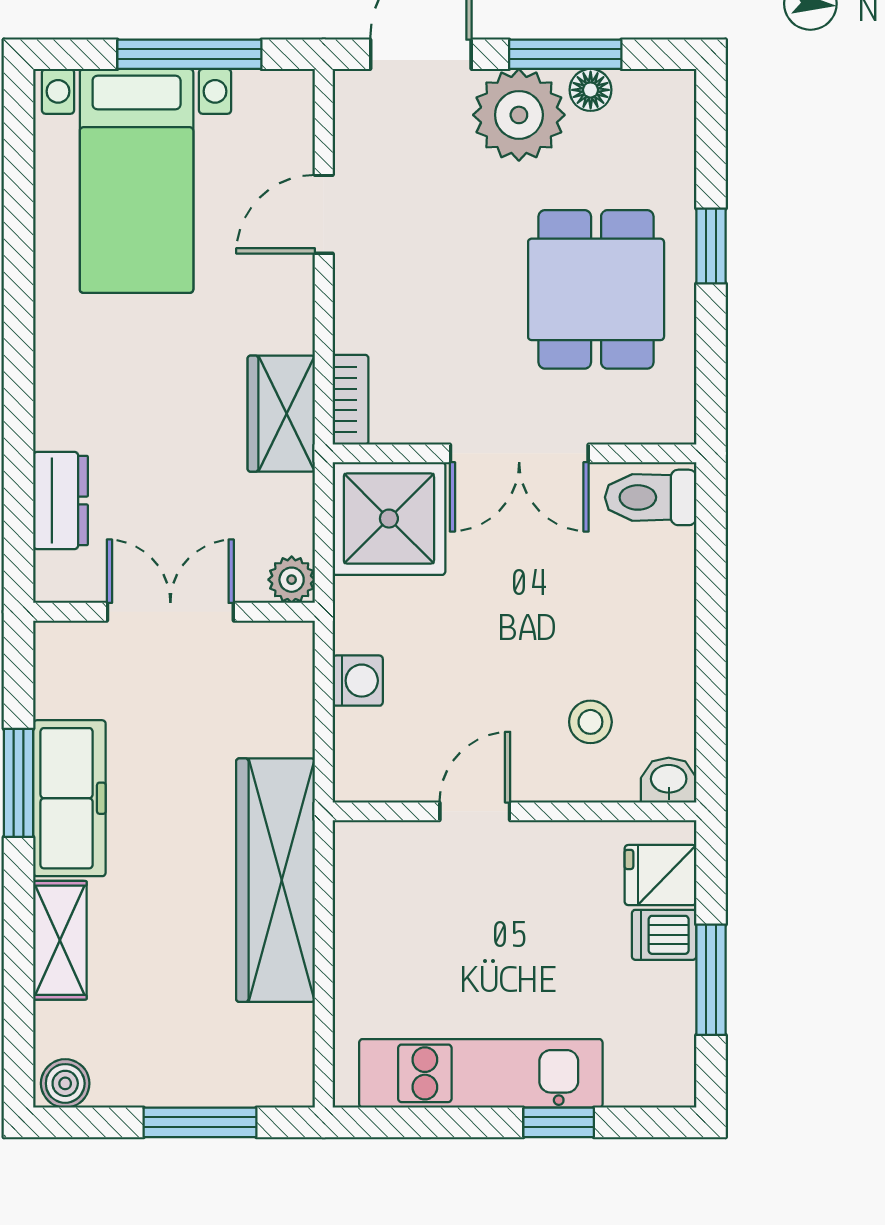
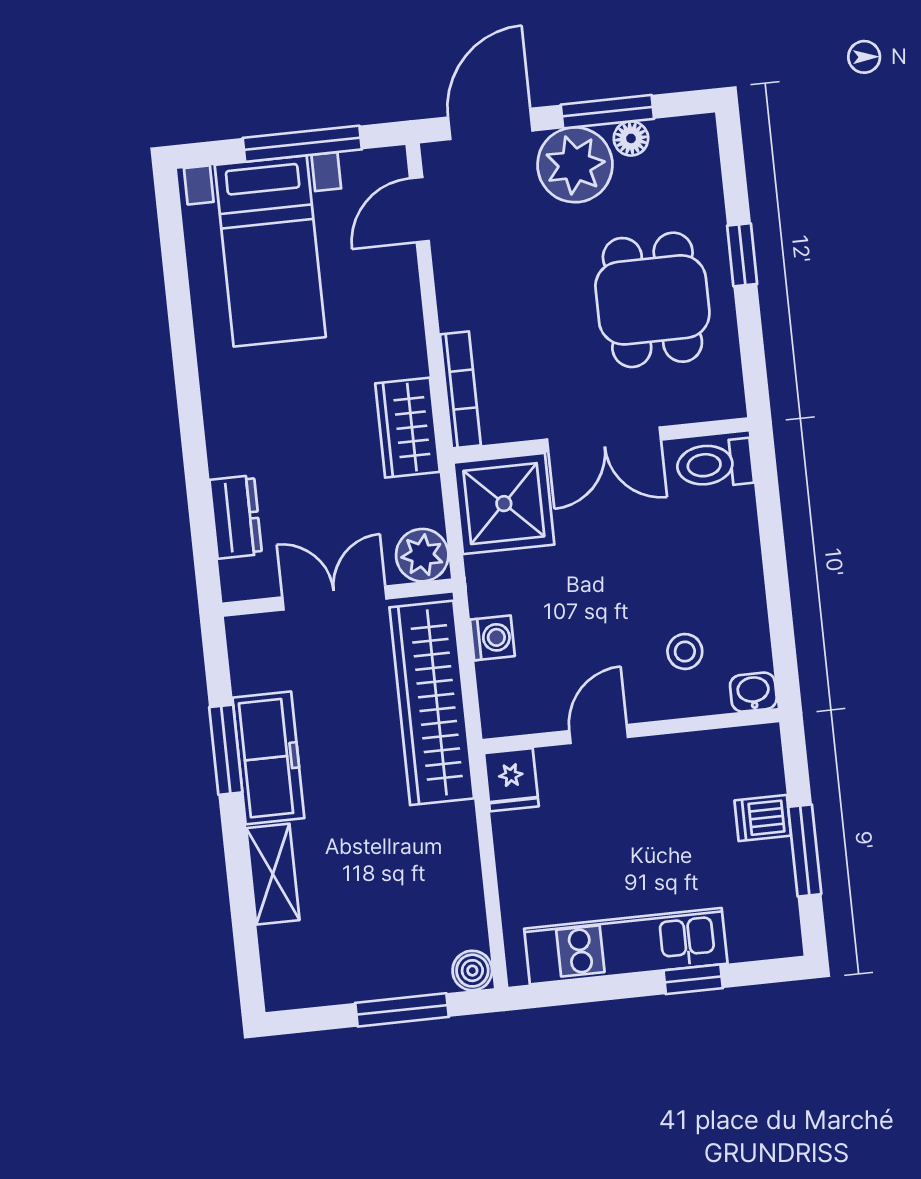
door: (324, 214) -> (419, 210), moved
bookcase: (350, 400) -> (460, 390), width x1.56
plant: (292, 580) -> (422, 555), width x1.38, depth x1.38
fridge: (661, 875) -> (511, 780), moved, turned -90
wardrobe: (275, 880) -> (432, 703), moved
boiler: (65, 1083) -> (472, 971), moved

